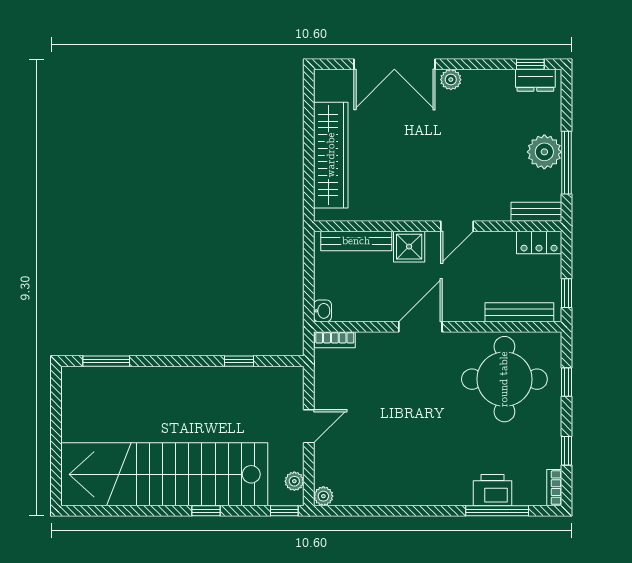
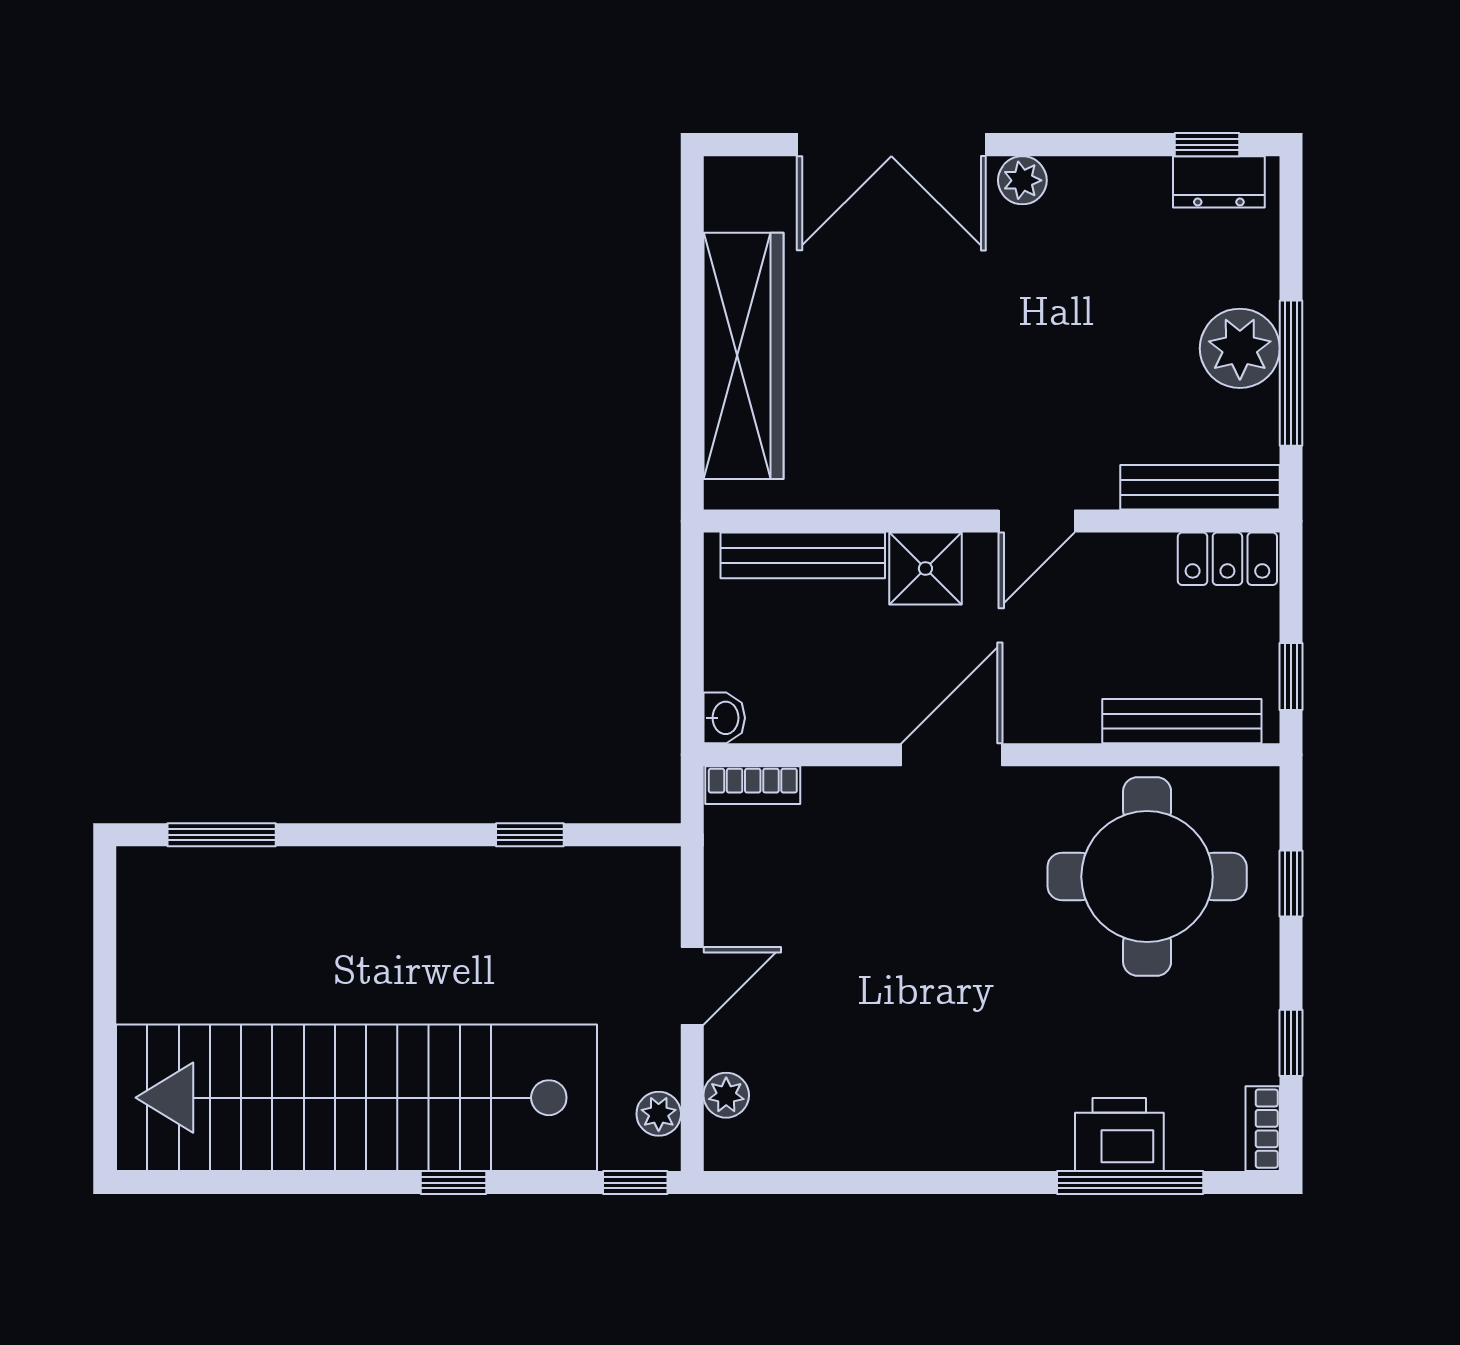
bench: (536, 212) -> (1200, 487), width x1.36
plant: (323, 496) -> (726, 1095), moved

